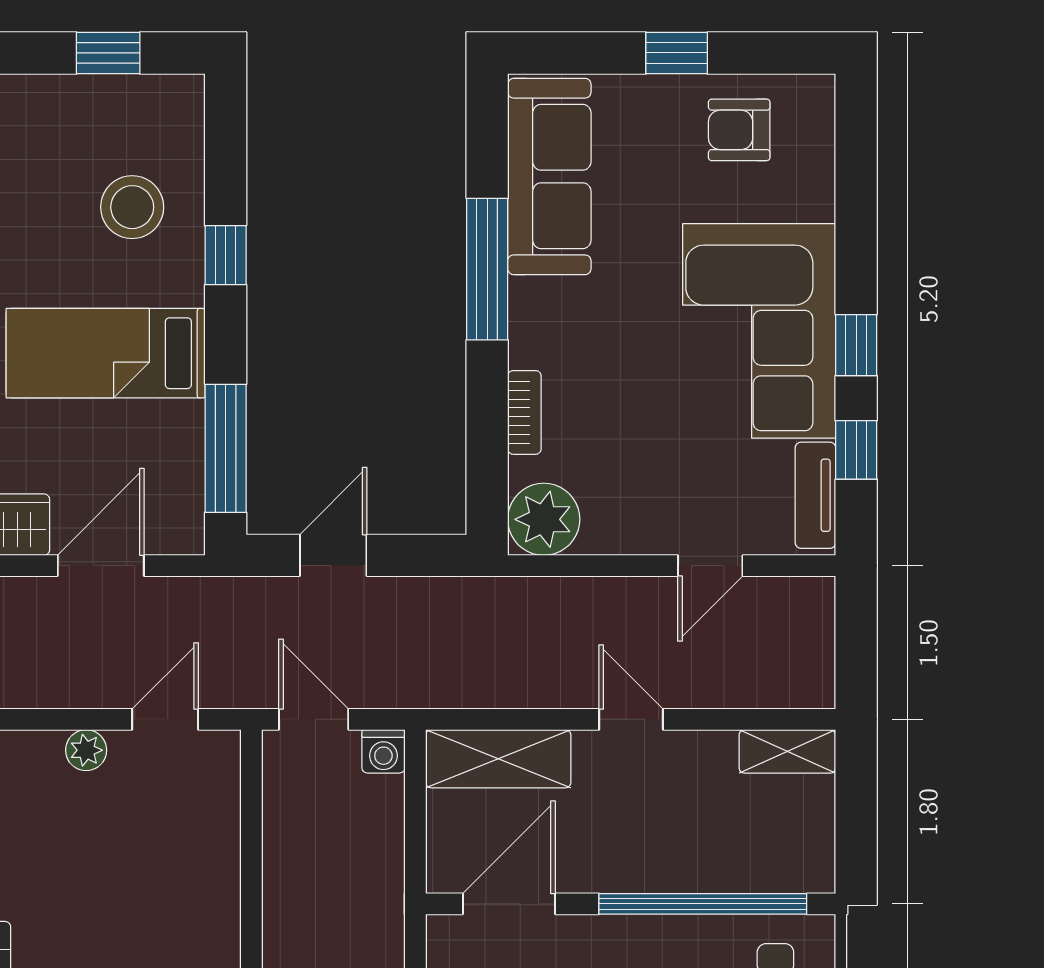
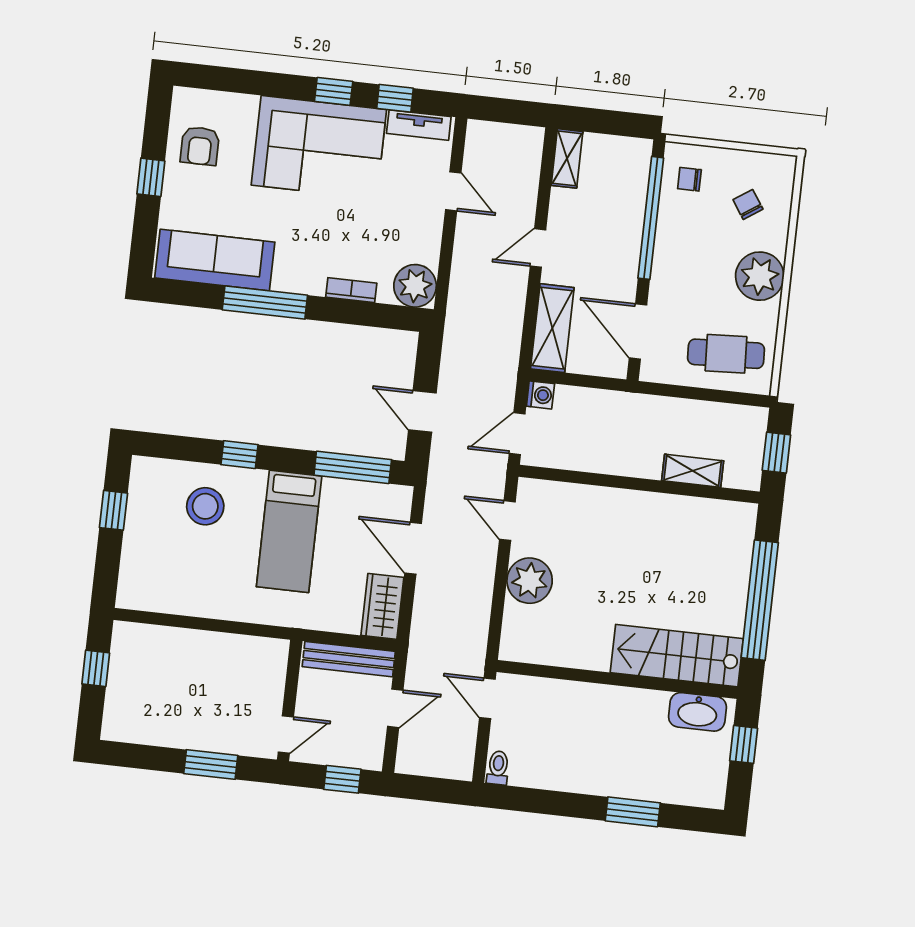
plant: (86, 750) -> (530, 581), width x1.87, depth x1.87

